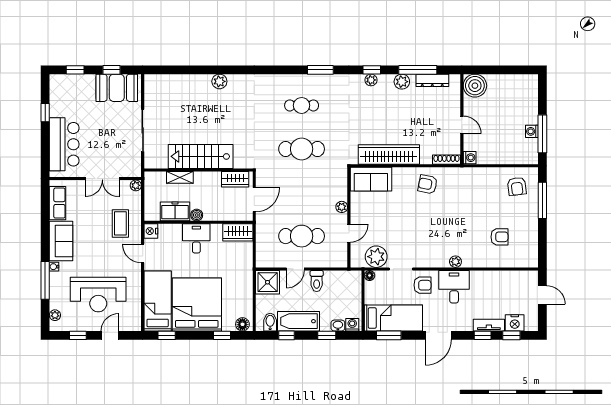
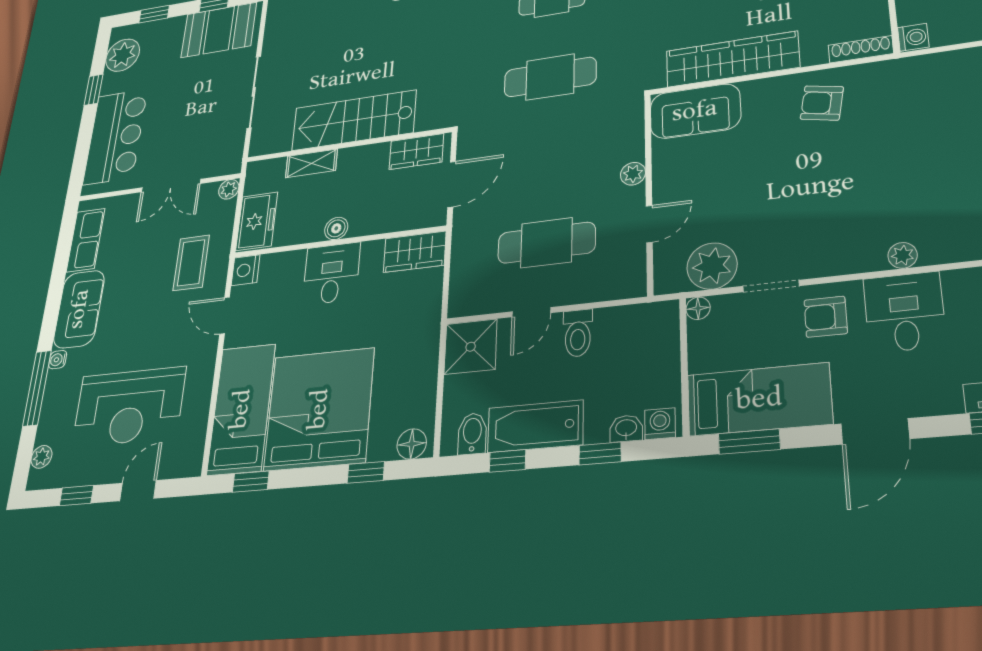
plant: (60, 93) -> (123, 55), added
freezer: (175, 211) -> (257, 221), moved, turned 90
armchair: (422, 285) -> (826, 317), turned 180

